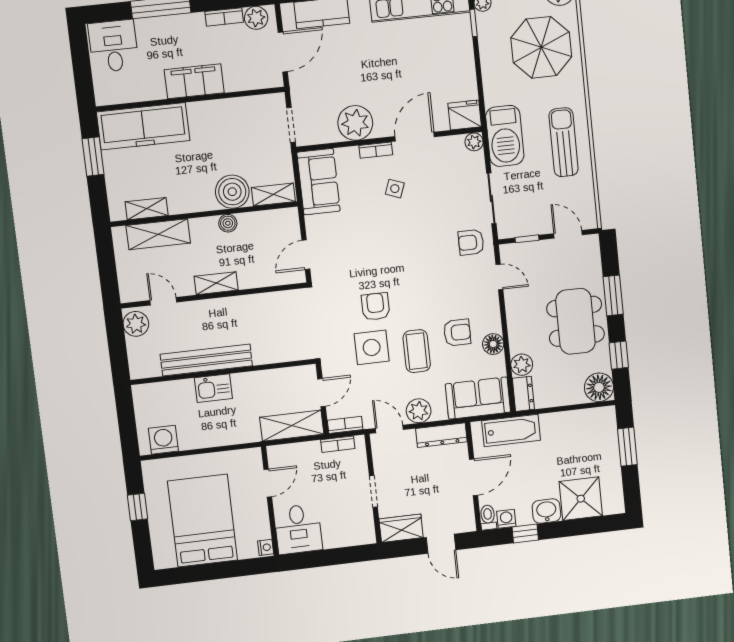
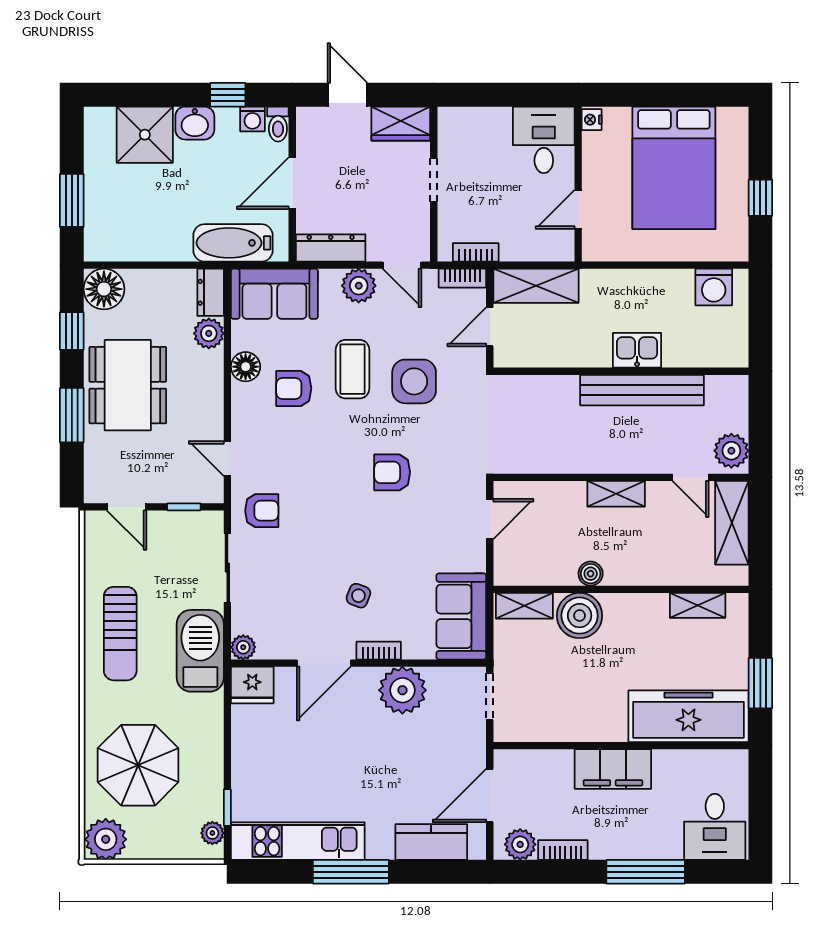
shelving: (158, 234) -> (732, 523), moved, turned 90
armchair: (376, 307) -> (392, 472), moved, turned 90

